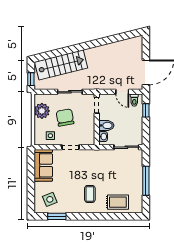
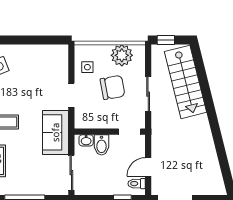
sofa: (43, 165) -> (56, 132), moved, turned 90

